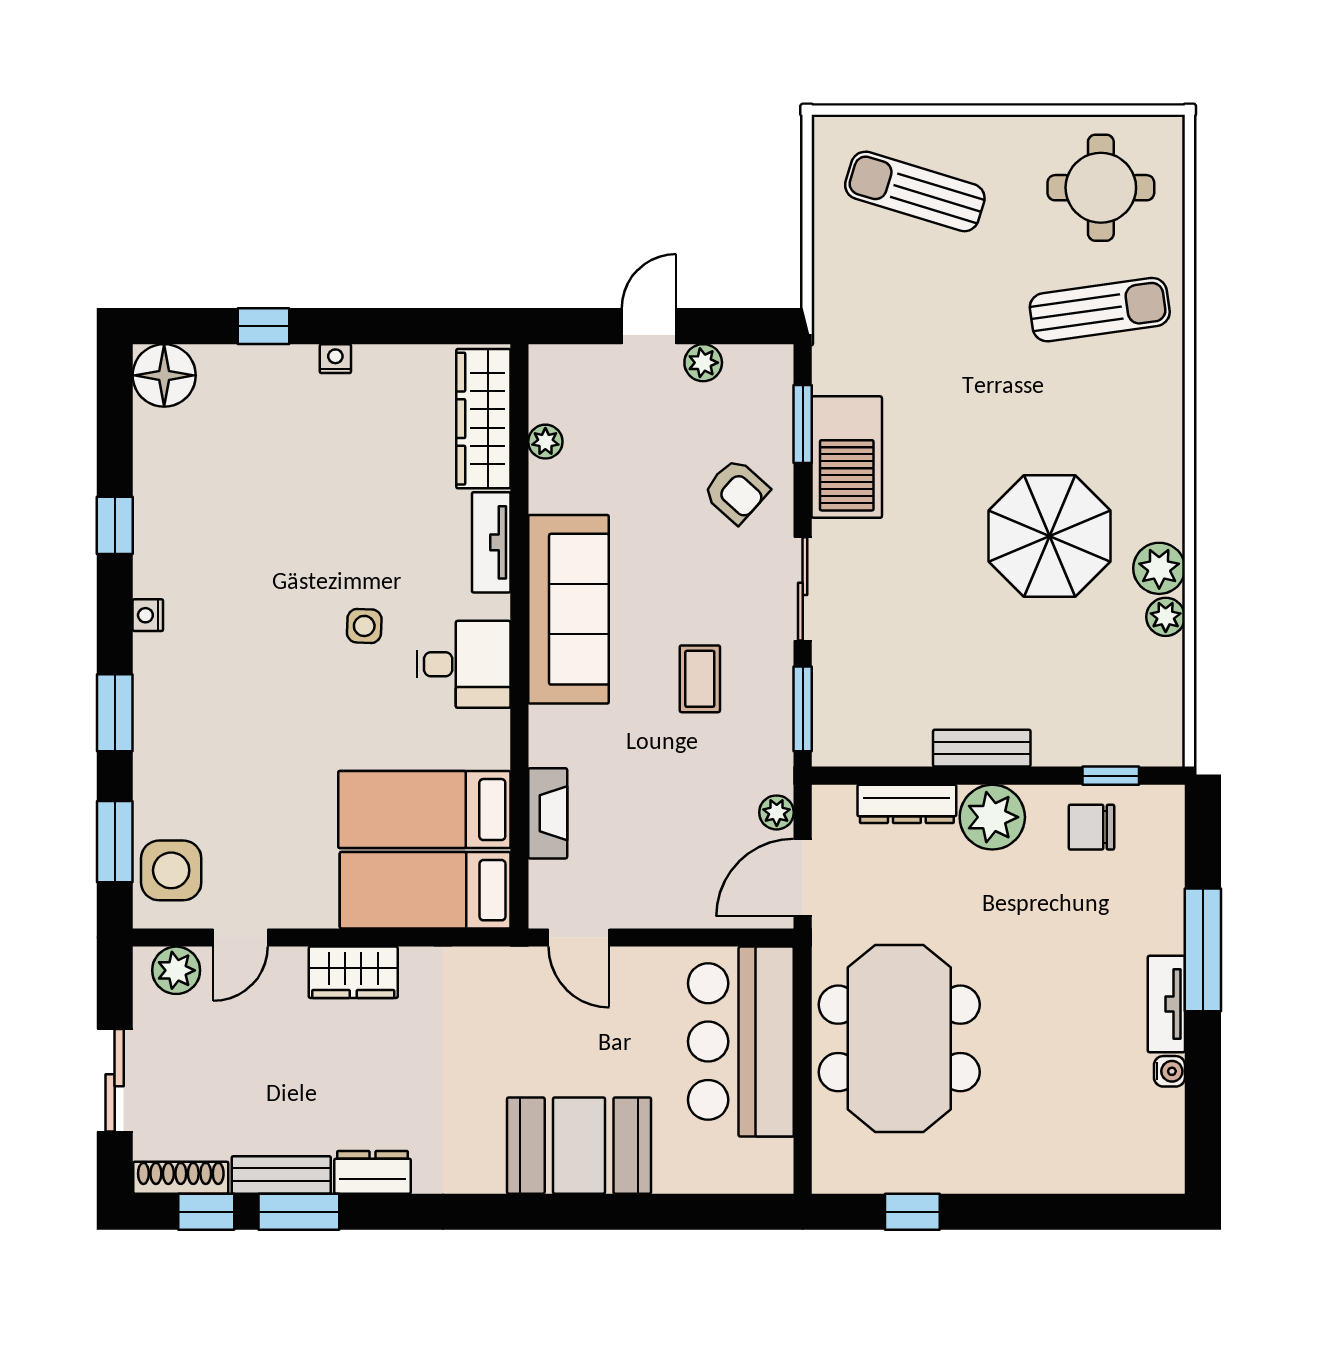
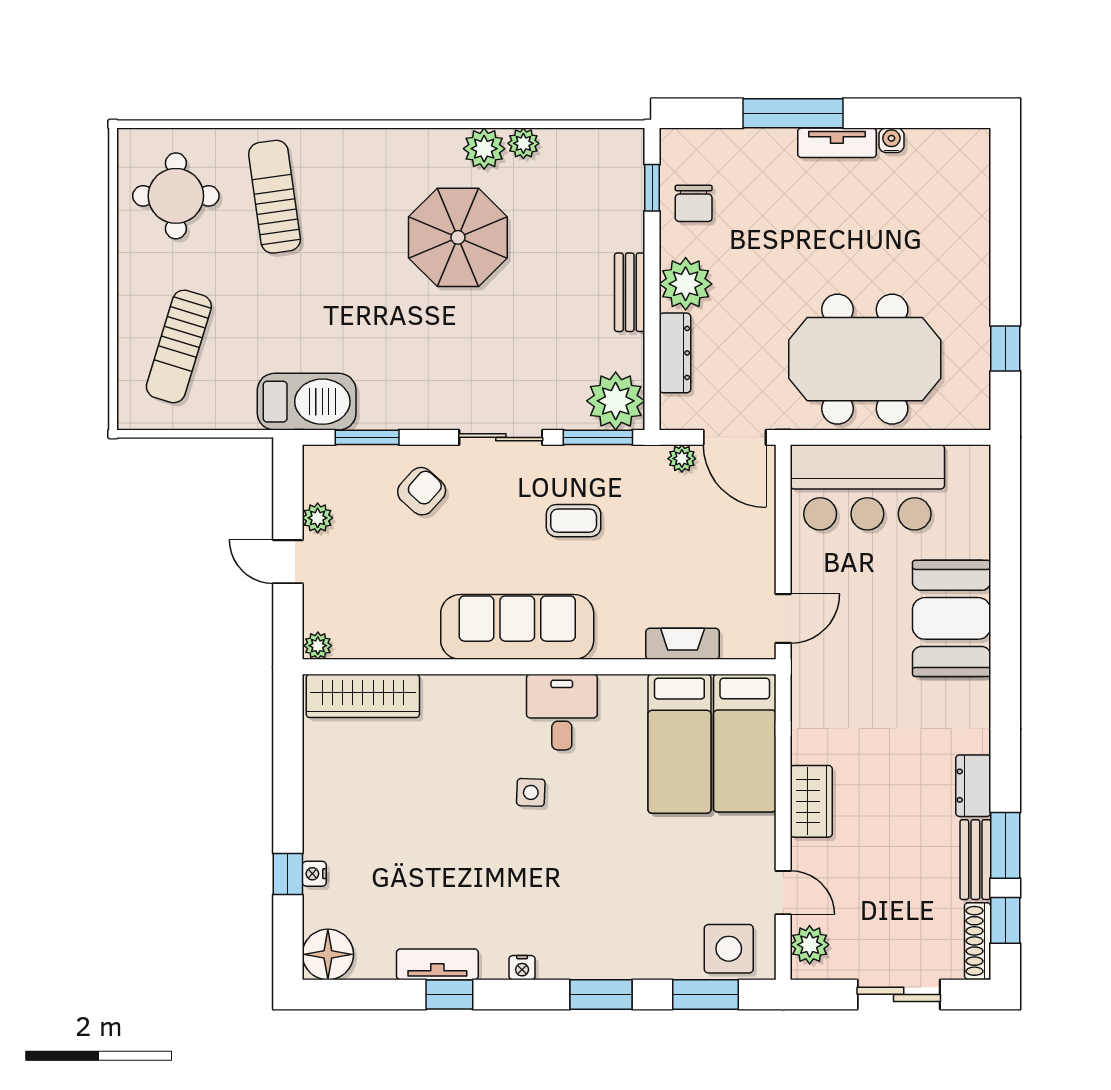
nightstand: (335, 359) -> (314, 874), moved
plant: (545, 442) -> (318, 646), moved
barbecue: (847, 457) -> (307, 402), moved
tv unit: (491, 542) -> (437, 964), moved, turned 180
plant: (848, 731) -> (616, 401), added

